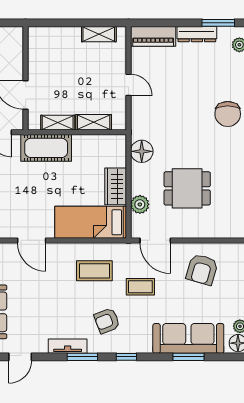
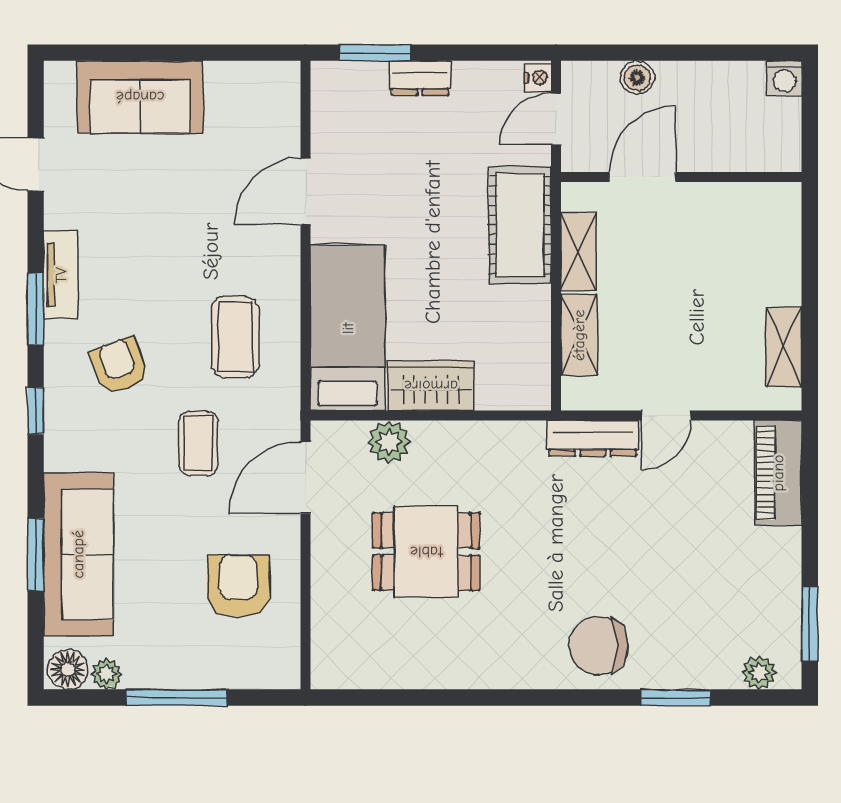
dresser: (197, 34) -> (593, 438), moved, turned -90
floor lamp: (142, 151) -> (512, 446), removed
dining table: (187, 188) -> (426, 552), turned 90
armchair: (202, 269) -> (238, 586), turned 74

